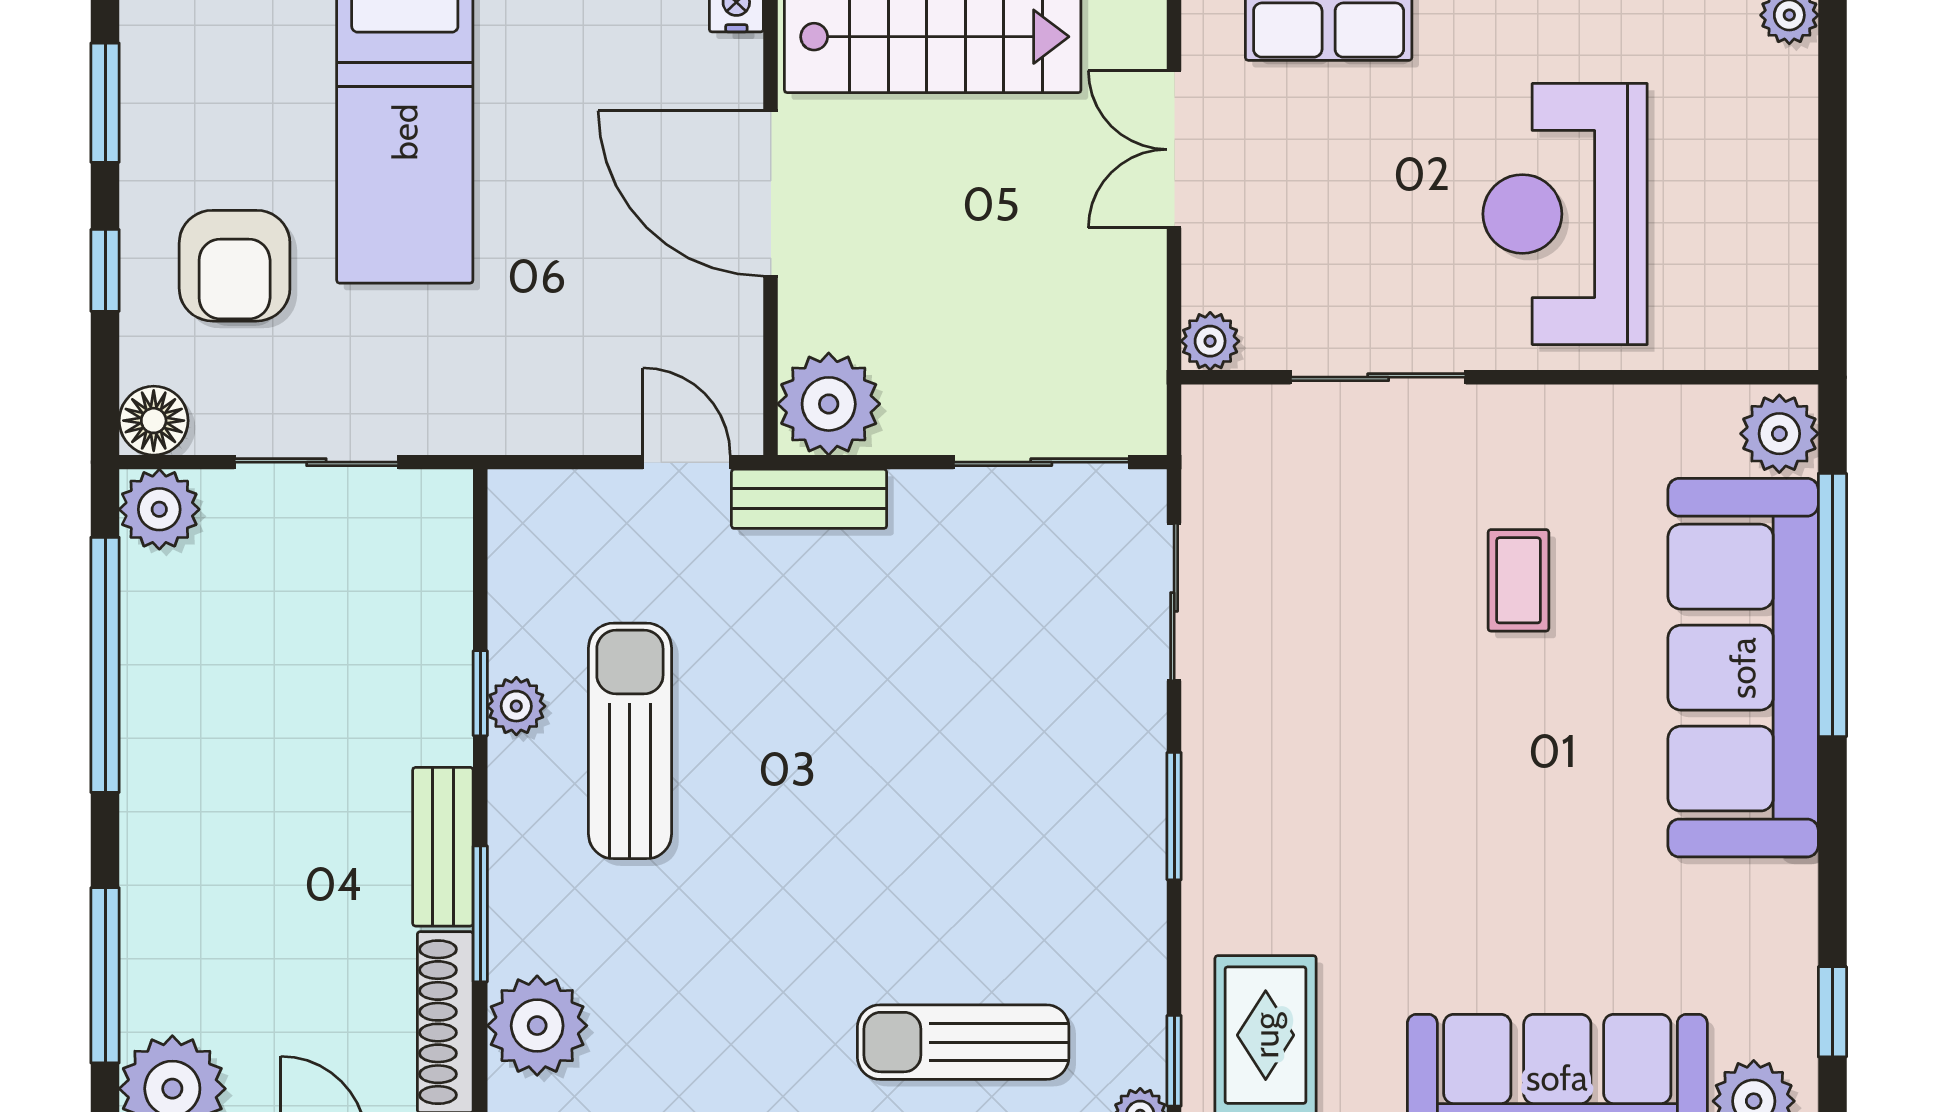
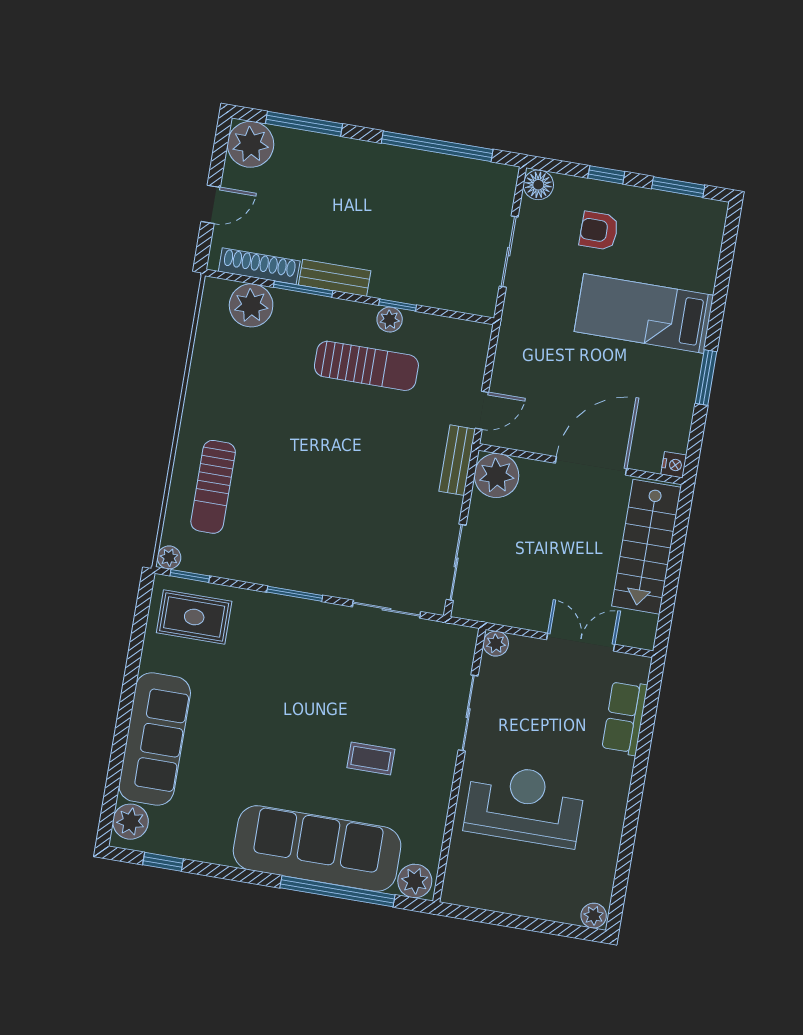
armchair: (235, 266) -> (599, 231), width x0.72, depth x0.72
plant: (159, 509) -> (500, 181), removed
sun lounger: (963, 1042) -> (213, 487), turned 180

